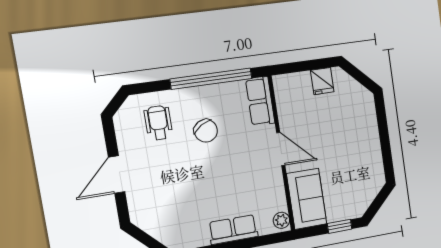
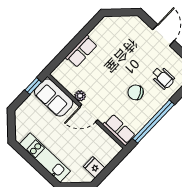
kitchen unit: (368, 137) -> (45, 158), added
plant: (281, 220) -> (80, 96), moved
window: (340, 226) -> (33, 86), moved

